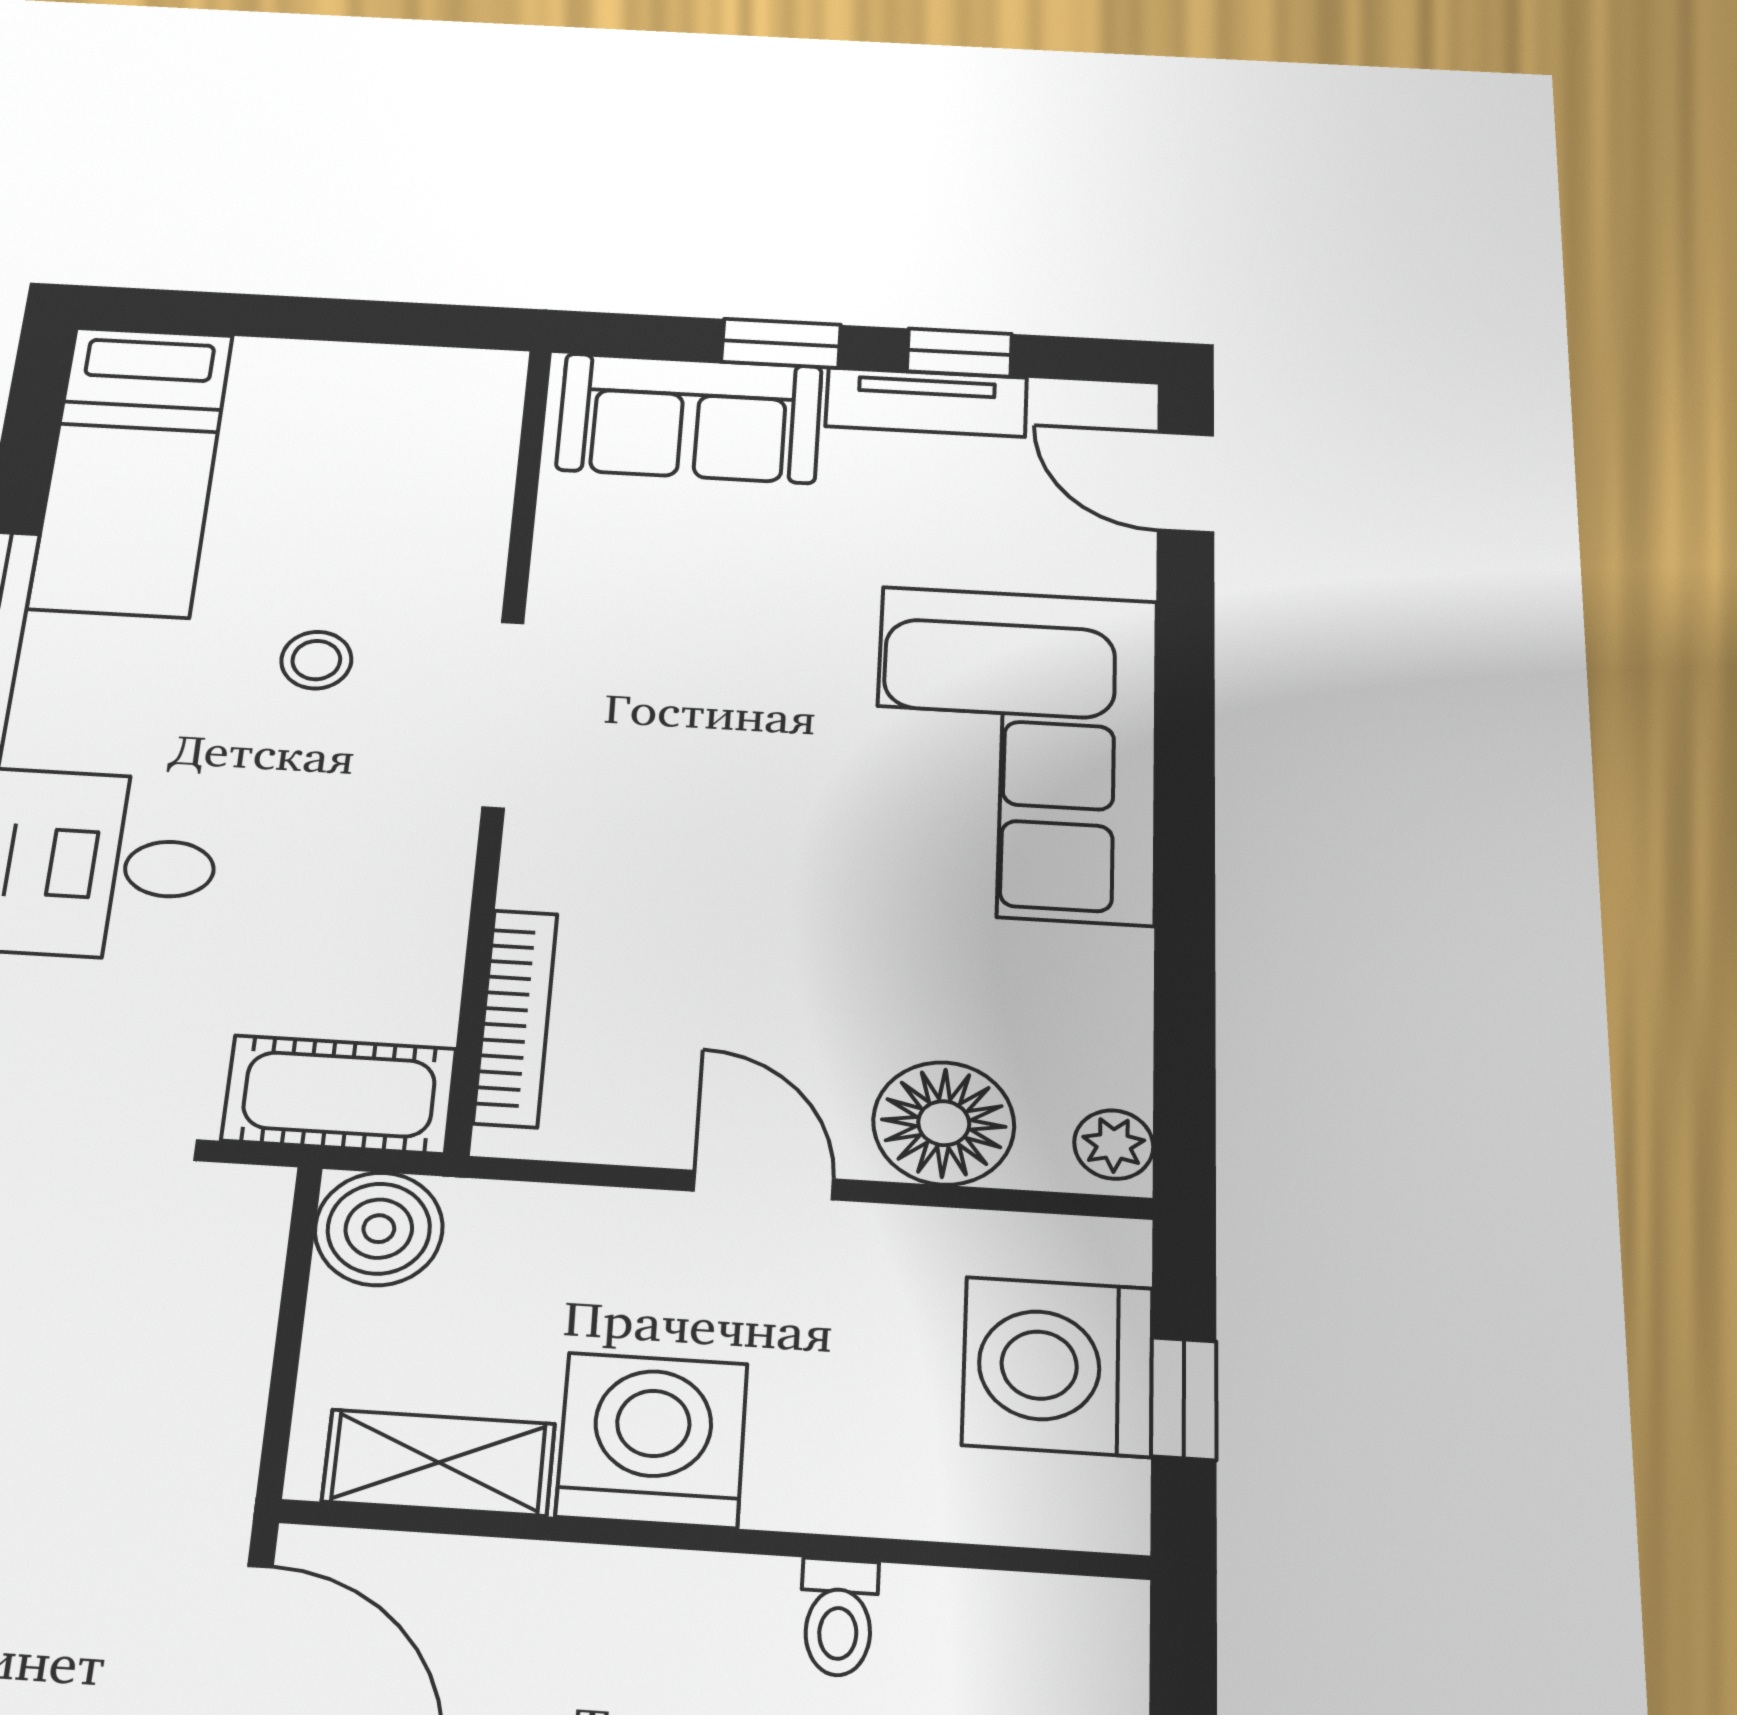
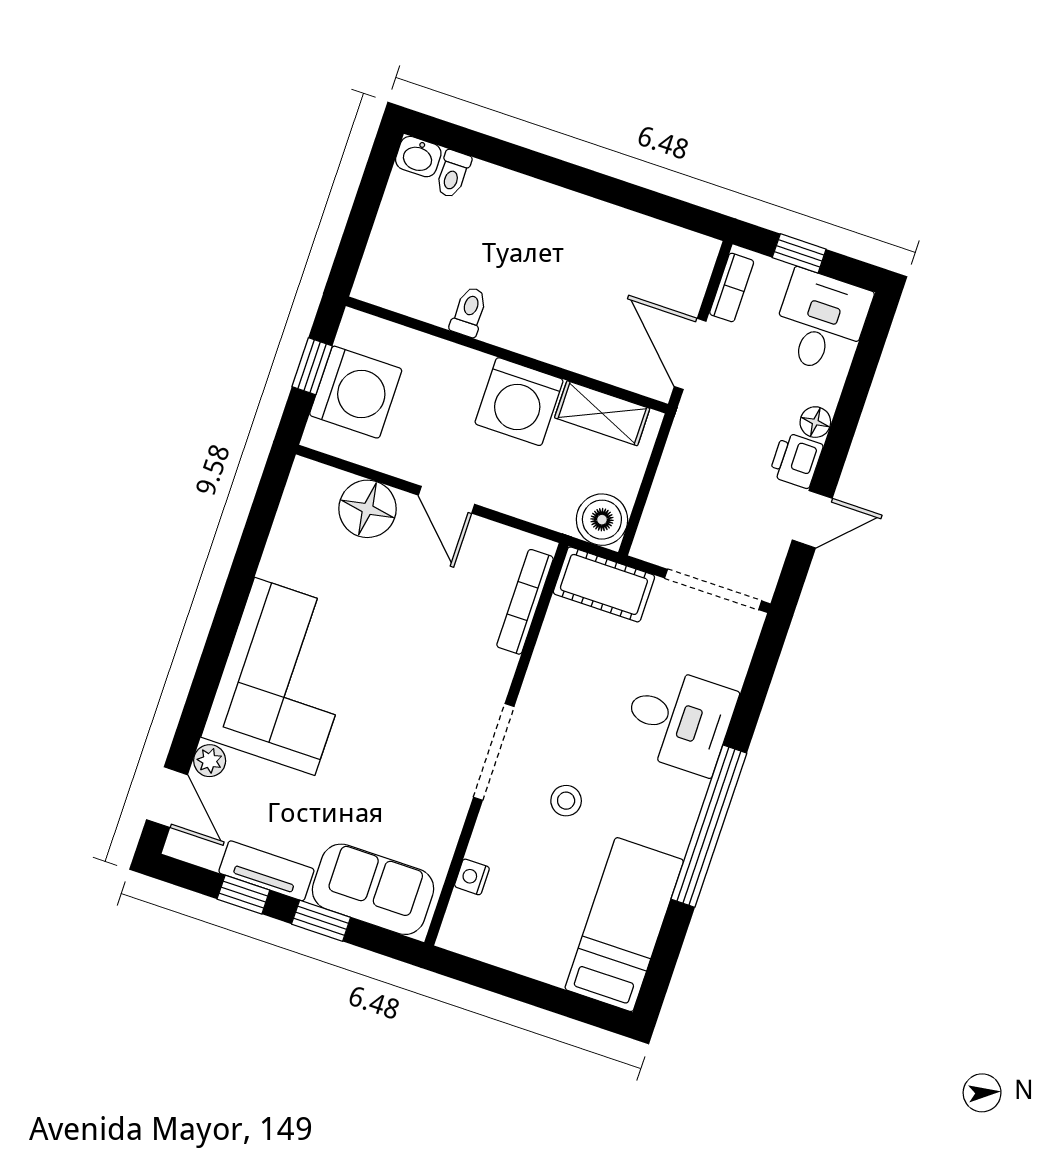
nightstand: (484, 483) -> (472, 877), added
plant: (1114, 1145) -> (210, 761), moved

